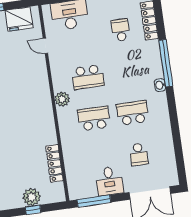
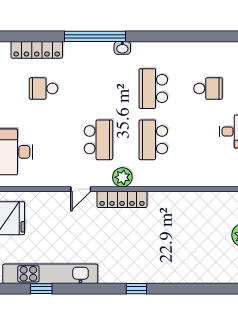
door: (45, 46) -> (81, 189), moved
locker: (54, 163) -> (122, 199), moved

